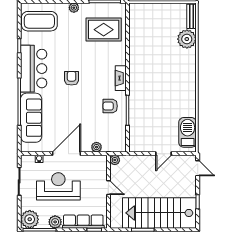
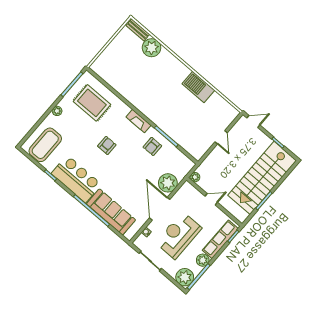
rug: (104, 30) -> (92, 103), turned 90
armchair: (72, 78) -> (107, 145), moved, turned 90
barbecue: (188, 132) -> (198, 87), moved
plant: (97, 147) -> (168, 183), width x1.88, depth x1.88

